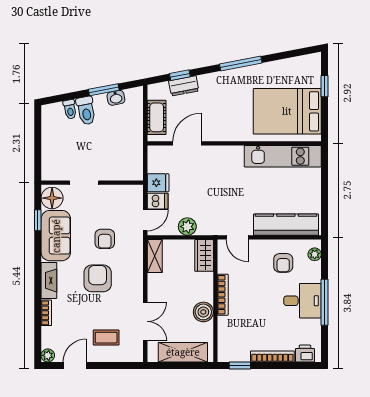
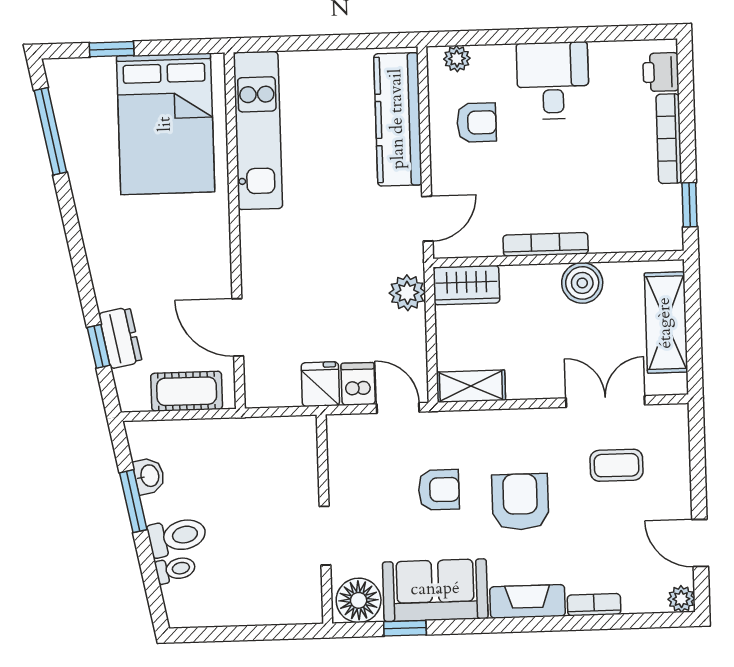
window: (241, 64) -> (50, 131), moved
plant: (187, 227) -> (407, 293), moved
armchair: (98, 278) -> (520, 502), turned 90
window: (325, 302) -> (554, 35), removed
coffee table: (106, 338) -> (617, 465), moved, turned 90

